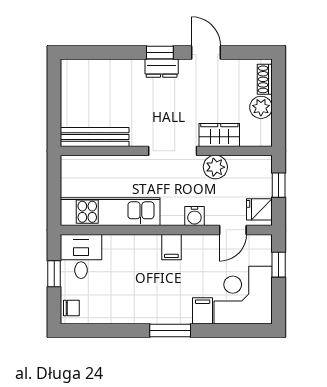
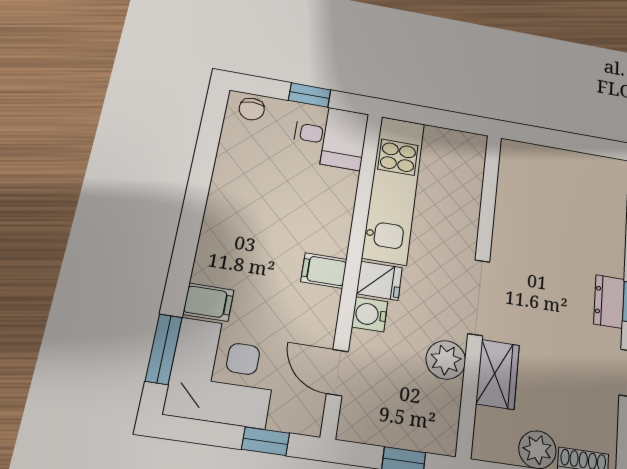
bench: (95, 137) -> (511, 187), removed
fridge: (259, 209) -> (379, 281), moved, turned 90
window: (170, 330) -> (164, 349), moved

